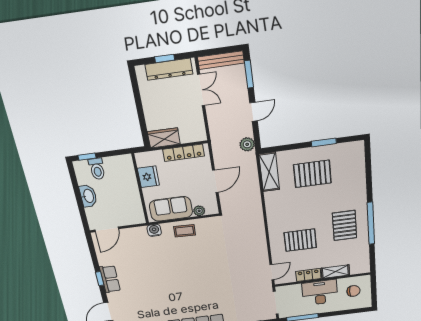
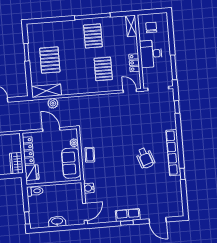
plant: (247, 144) -> (53, 103), moved
toilet: (97, 169) -> (35, 191), moved
fridge: (148, 177) -> (32, 173), moved, turned 90
pallet: (345, 225) -> (93, 36), turned 90
door: (107, 229) -> (85, 212), hinge flipped
water cooler: (154, 230) -> (89, 188), moved
shelving: (335, 272) -> (131, 26), moved
wheelchair: (186, 294) -> (145, 158), added

